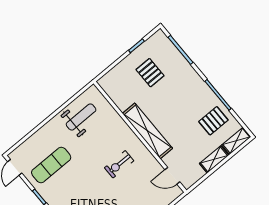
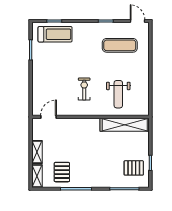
pallet: (150, 73) -> (134, 168), moved
weight bench: (81, 117) -> (118, 94), moved
shelving: (147, 131) -> (125, 125), moved
exercise mat: (51, 165) -> (120, 45), turned 90

